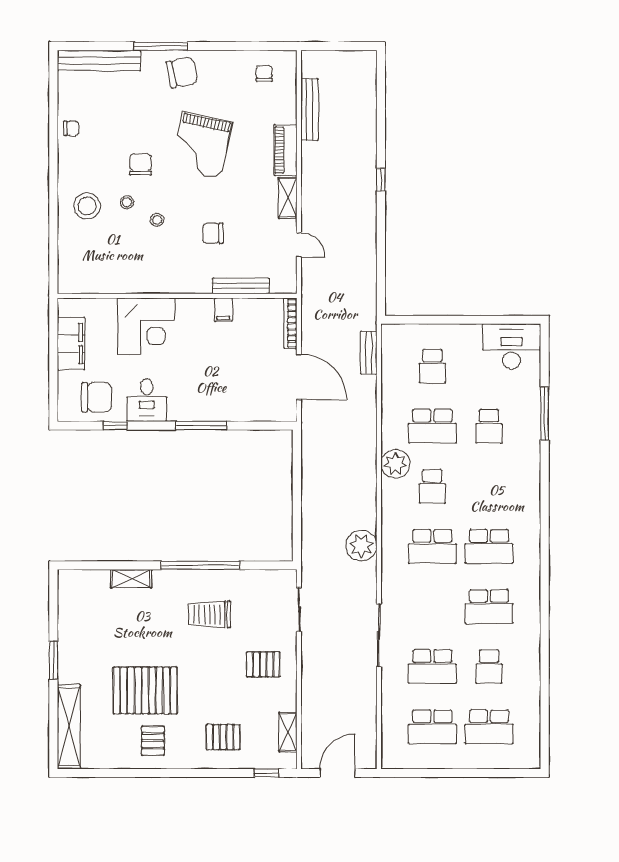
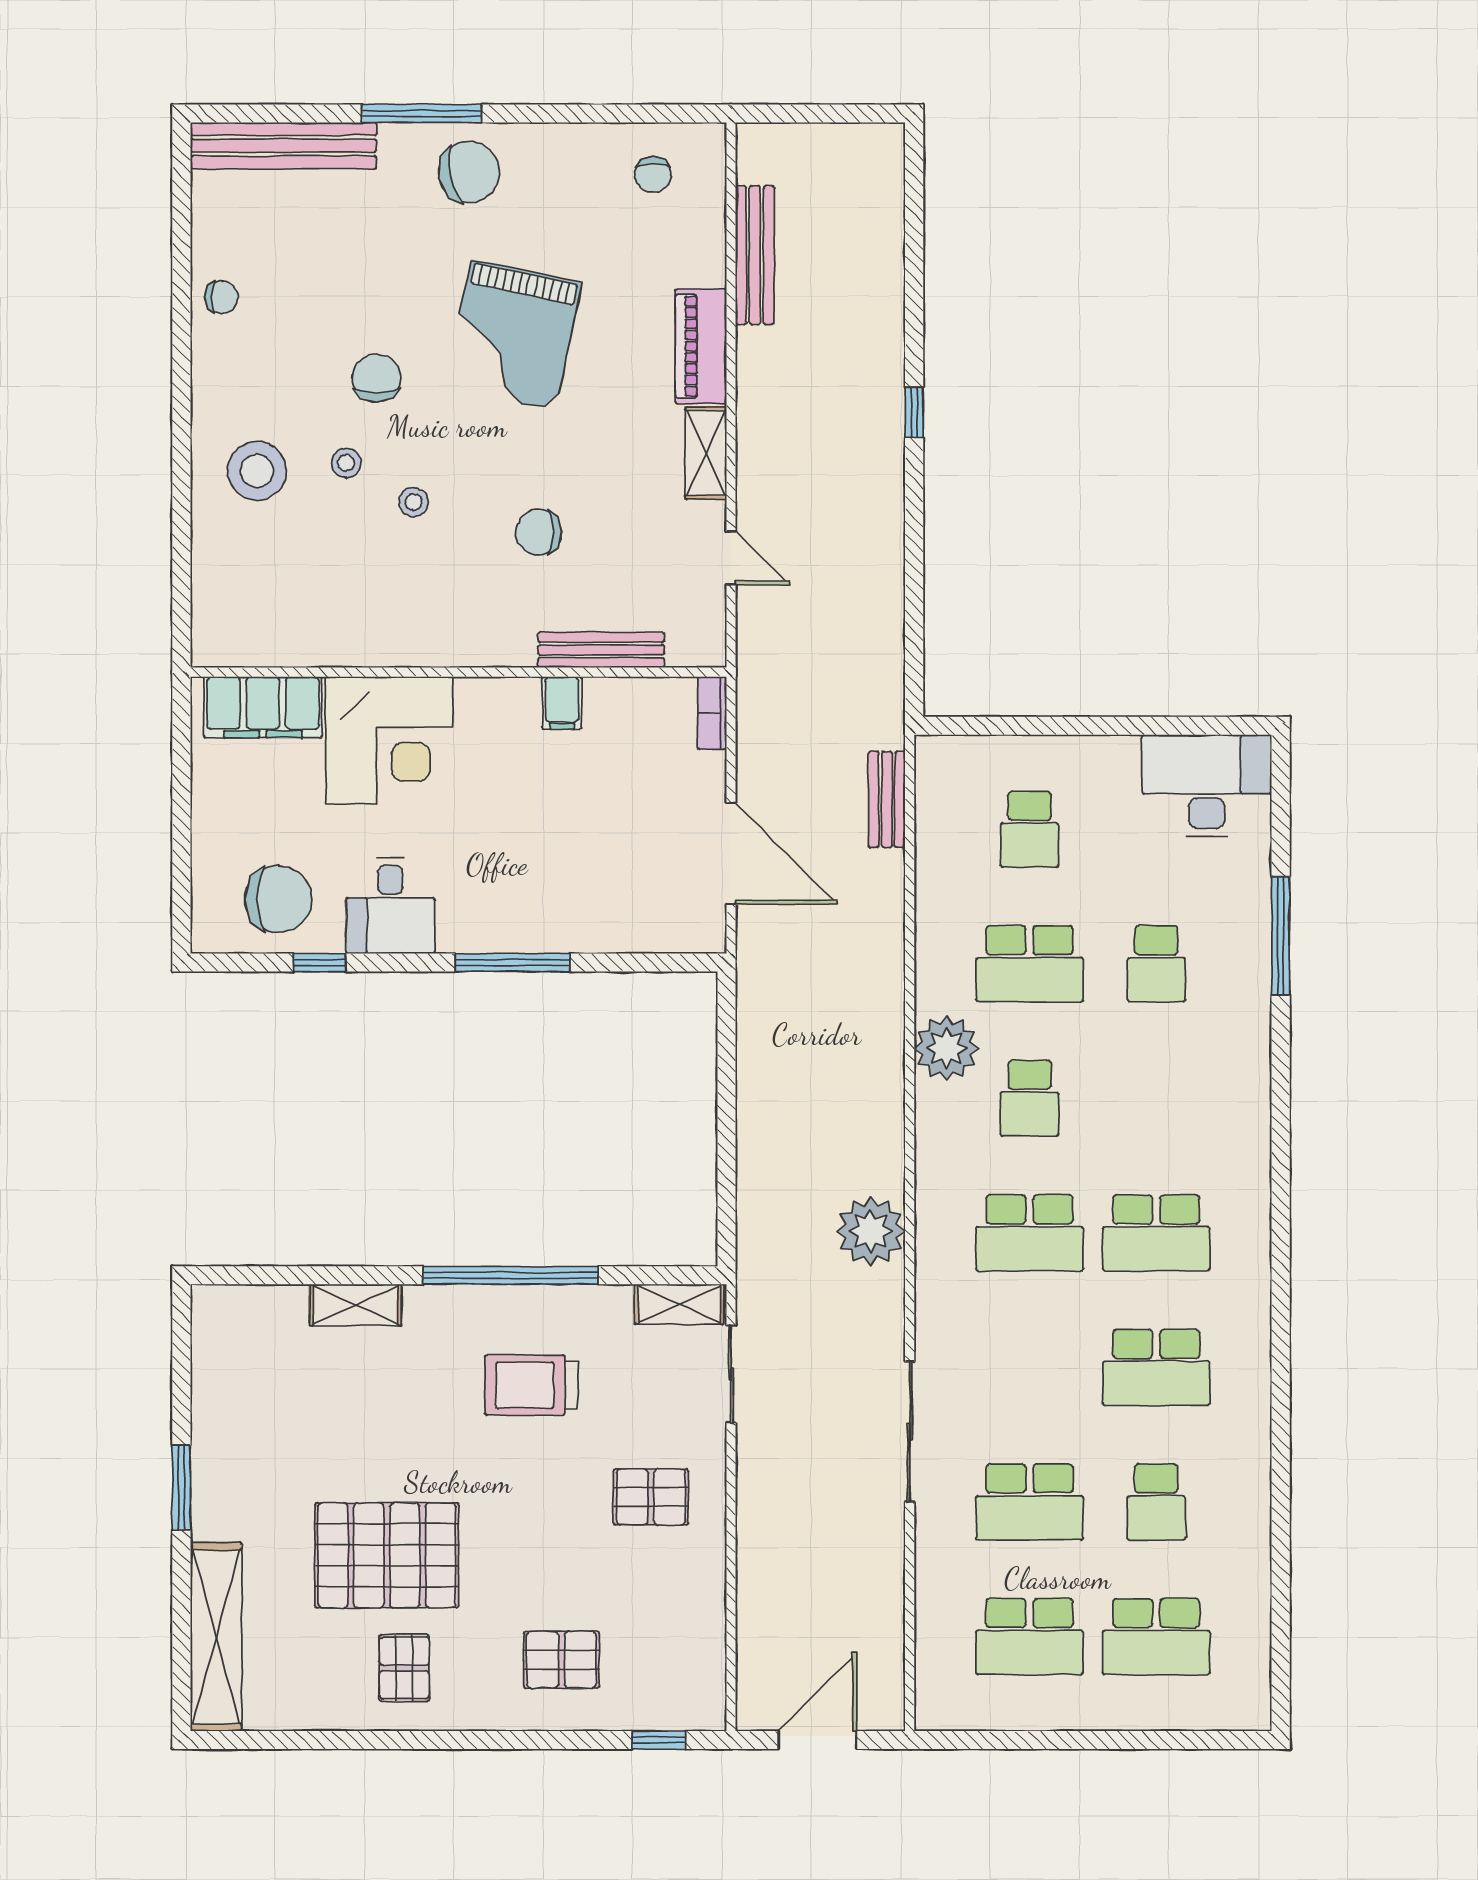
chair: (264, 74) -> (653, 175), turned 180
bookcase: (290, 323) -> (712, 713), width x0.64
filing cabinet: (71, 344) -> (263, 707), moved, turned 90
shelving: (288, 732) -> (679, 1304), moved, turned 90

